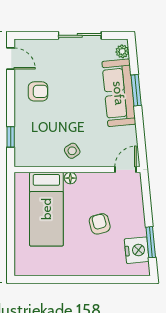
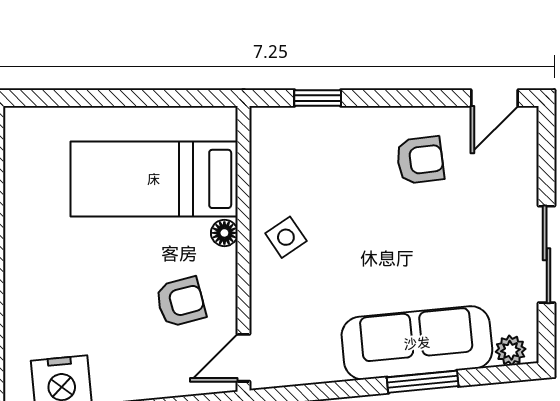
armchair: (38, 91) -> (420, 160), turned -97
door: (125, 170) -> (244, 358), swing flipped
armchair: (100, 224) -> (181, 302), moved

